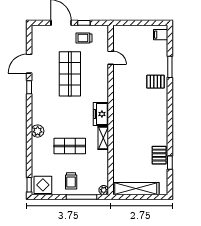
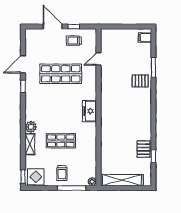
door: (111, 58) -> (99, 59), swing flipped
shop shelf: (70, 74) -> (61, 74), turned 90
shelving: (103, 138) -> (30, 144), moved

